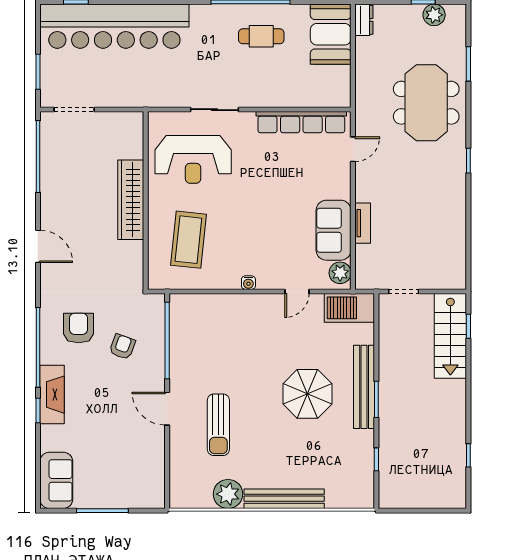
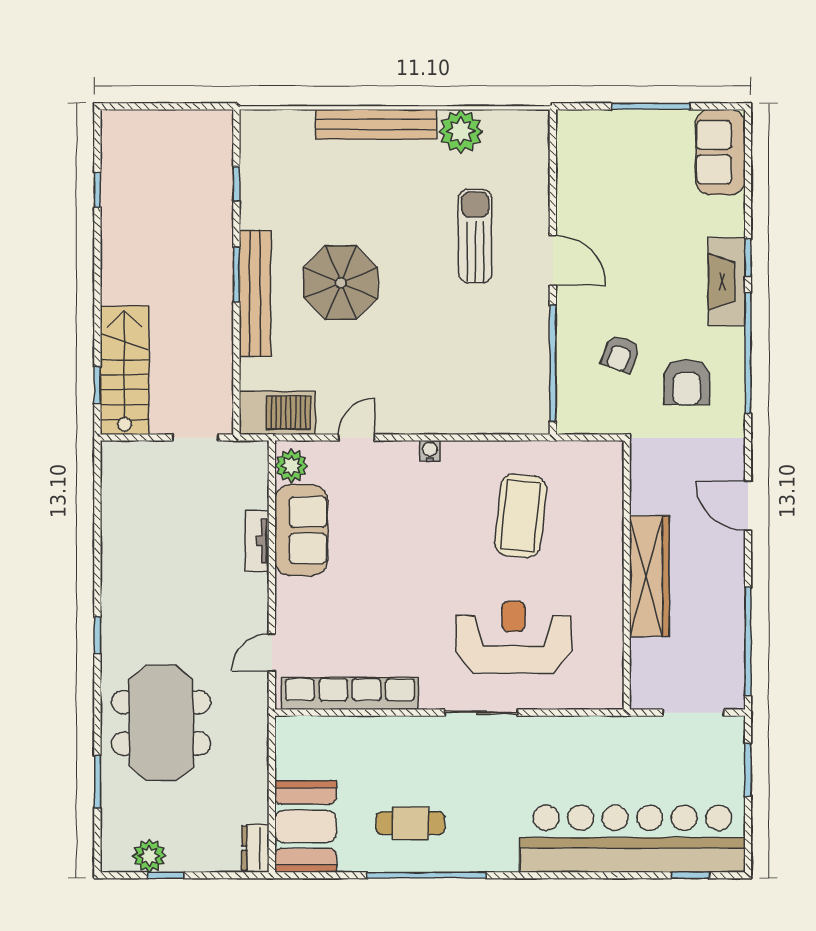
wardrobe: (131, 200) -> (649, 576), moved
wall: (146, 201) -> (627, 575), moved

